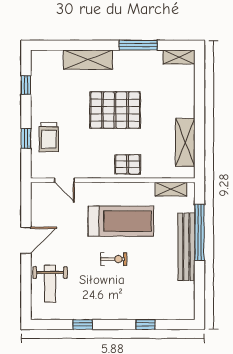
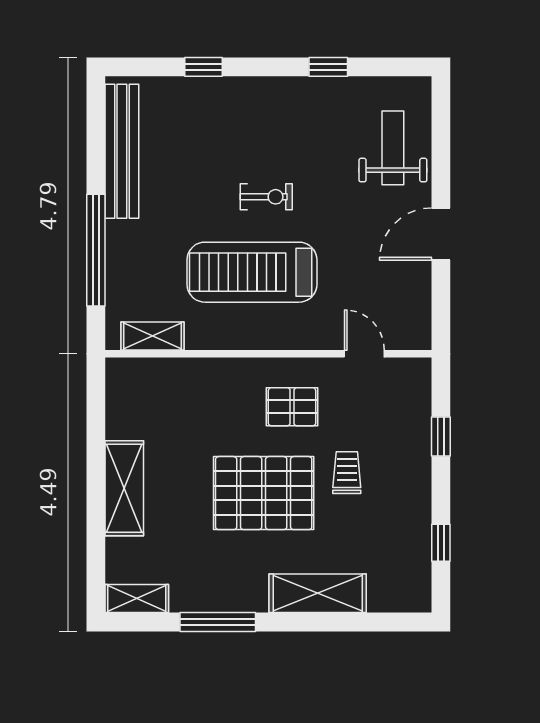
trolley: (49, 137) -> (347, 473), moved, width x0.73, depth x0.72
shelving: (185, 142) -> (124, 488), moved
pallet: (128, 164) -> (292, 407), moved
bench: (186, 247) -> (122, 151), moved
exercise bike: (114, 259) -> (266, 197), turned 180

